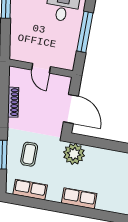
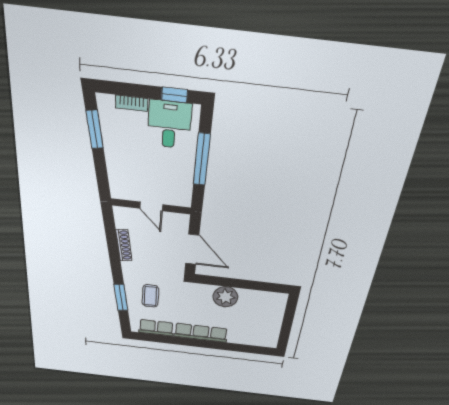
plant: (74, 154) -> (225, 297), moved
row of seats: (79, 198) -> (201, 333), width x1.48

